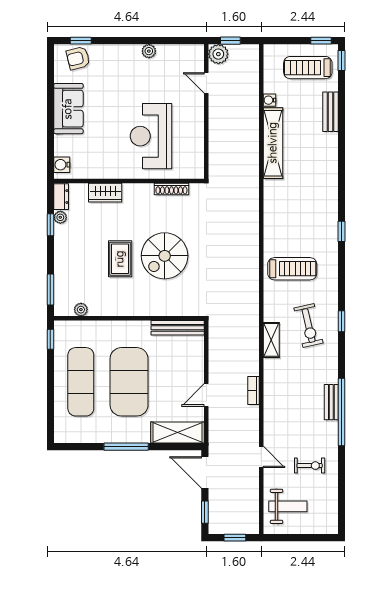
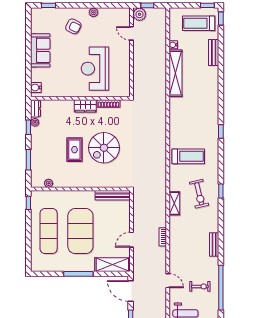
armchair: (78, 58) -> (73, 26), moved, turned -140
wardrobe: (105, 193) -> (85, 106), moved
window: (50, 289) -> (28, 160), moved
window: (342, 412) -> (221, 288), moved

